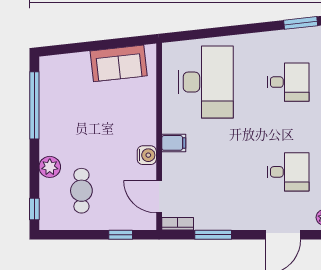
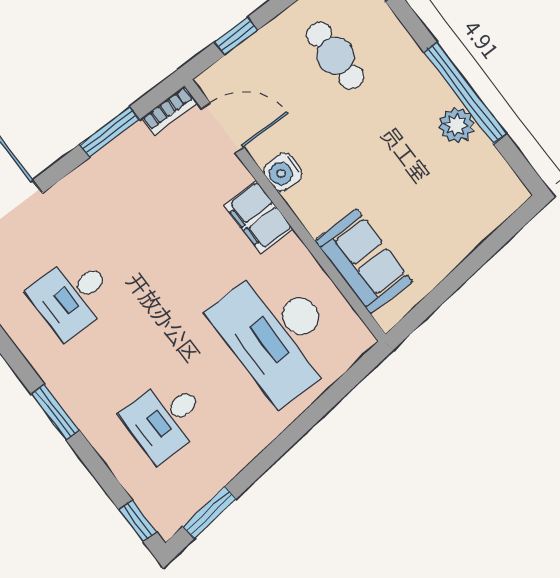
sofa: (119, 63) -> (364, 261), moved, turned 96
window: (34, 105) -> (465, 93), moved
filing cabinet: (174, 143) -> (259, 217), width x2.00
plant: (50, 167) -> (456, 125), moved

